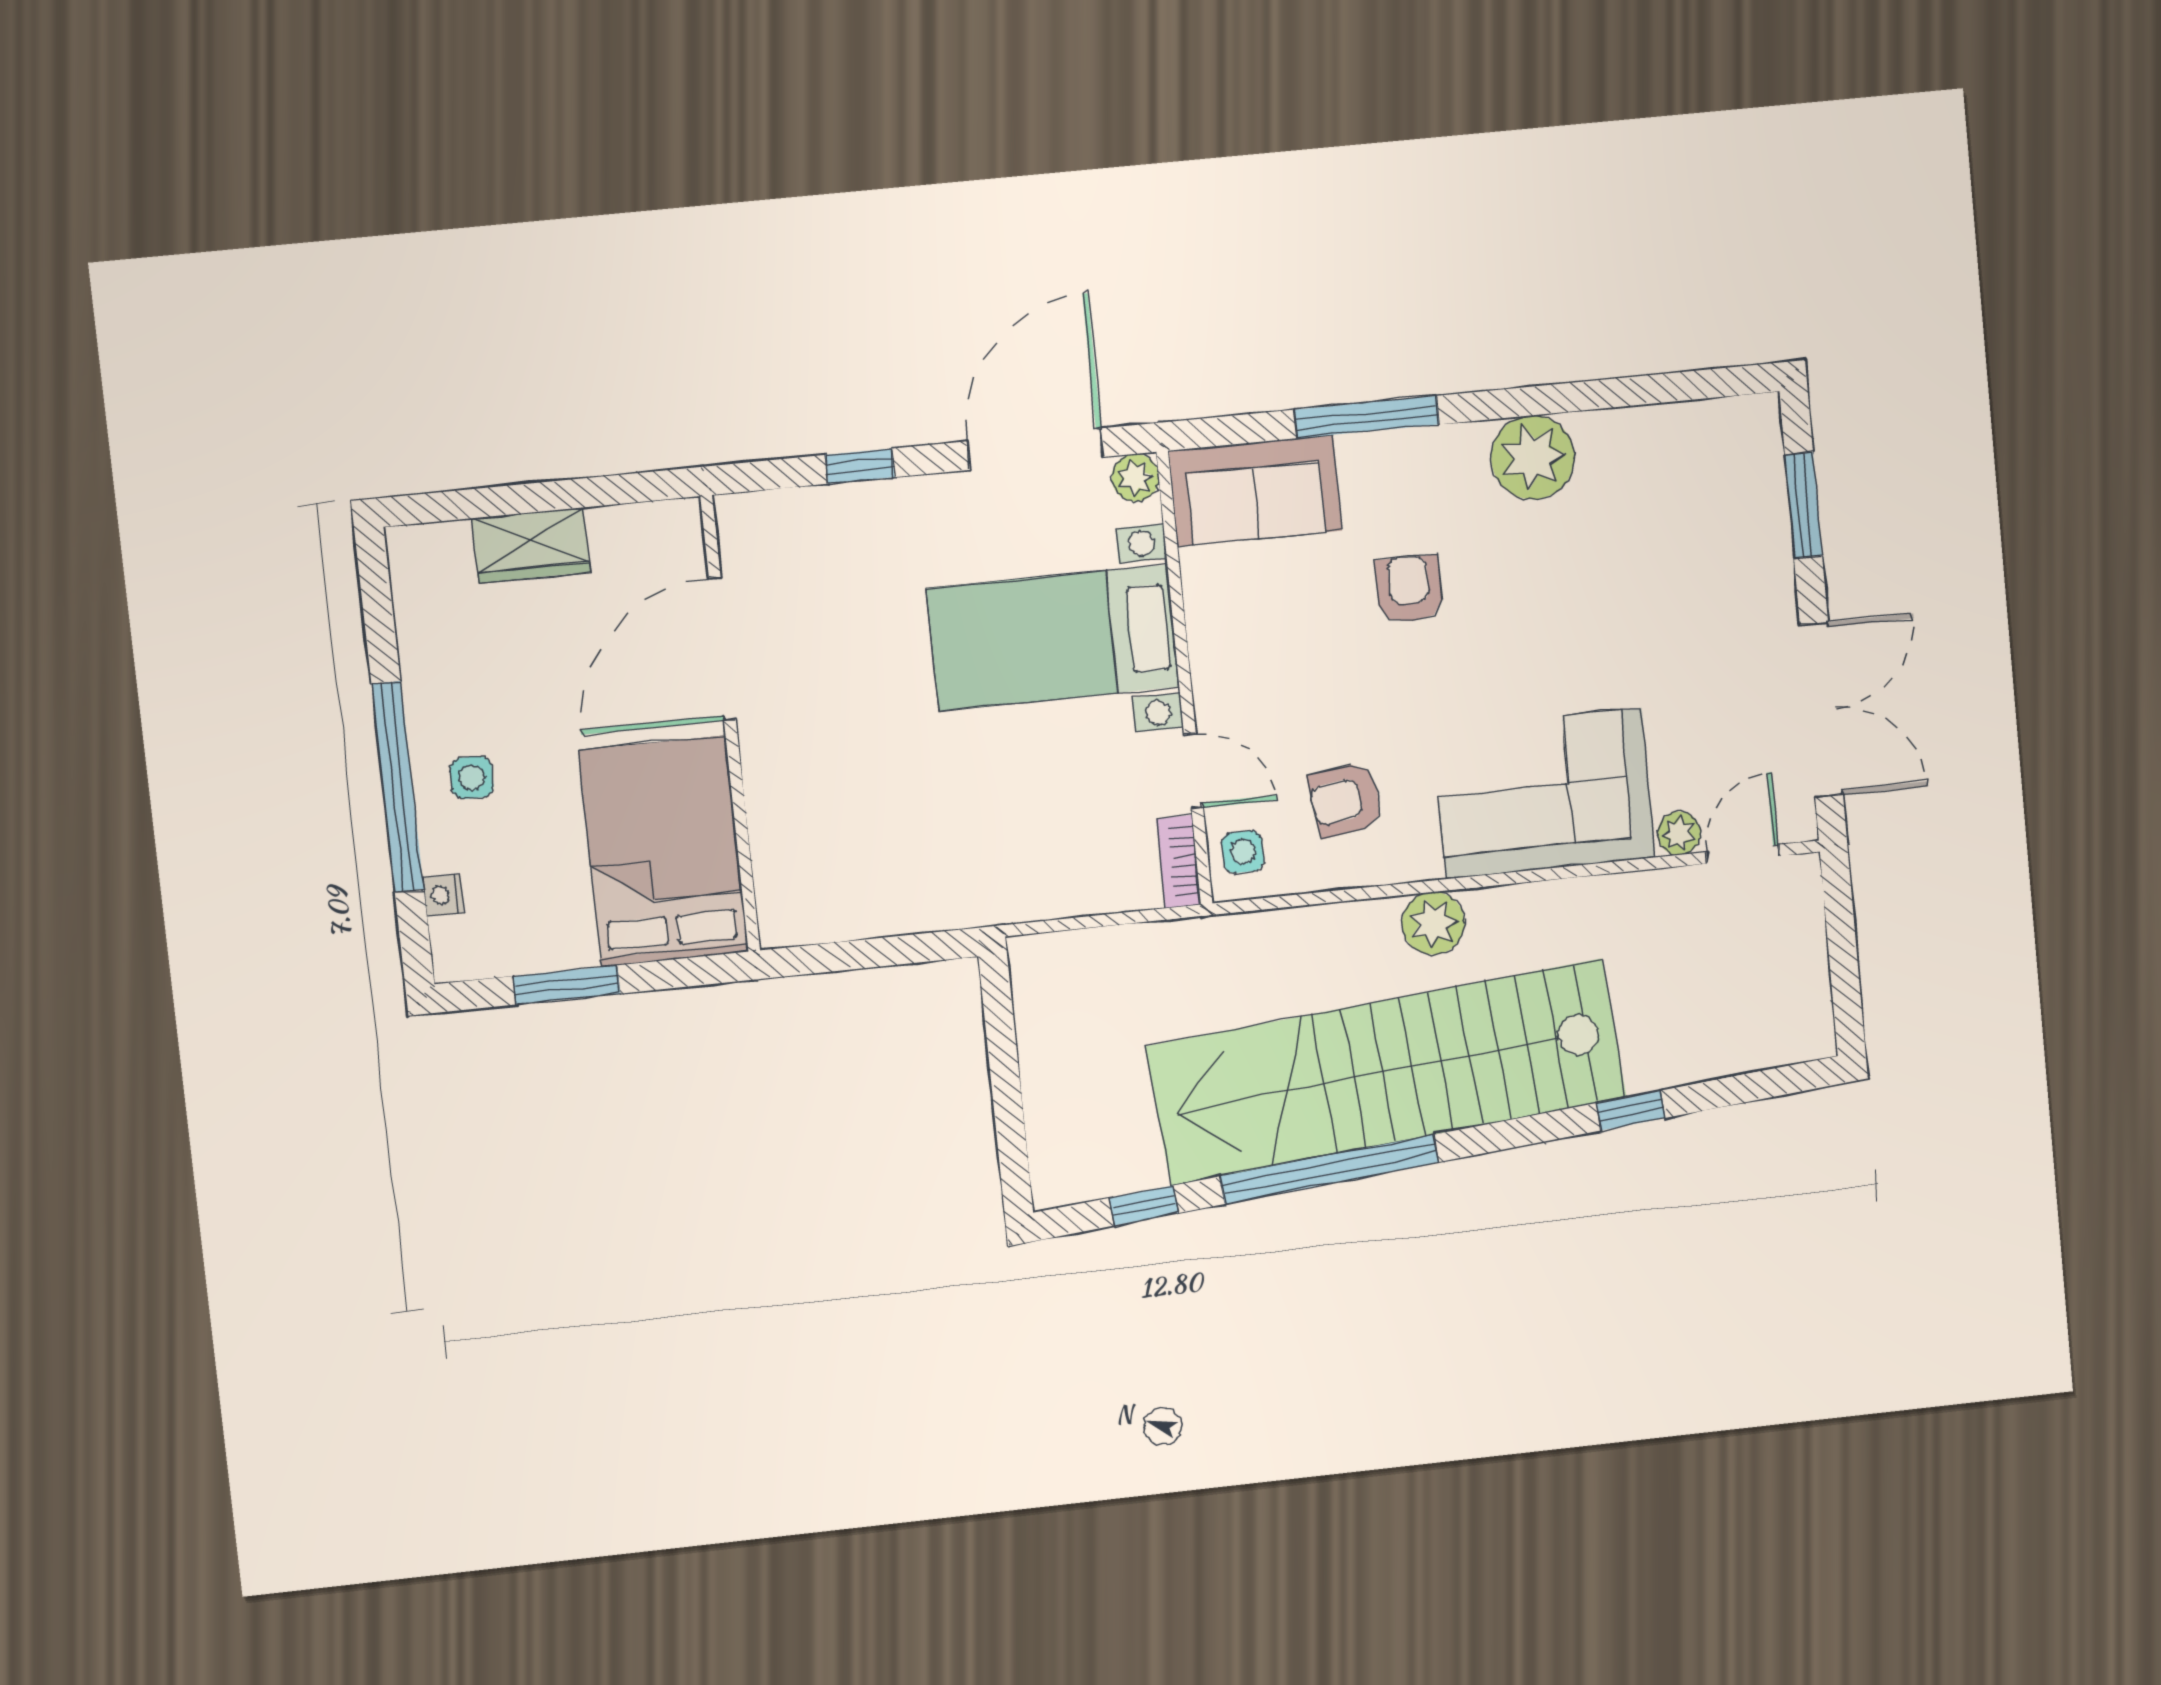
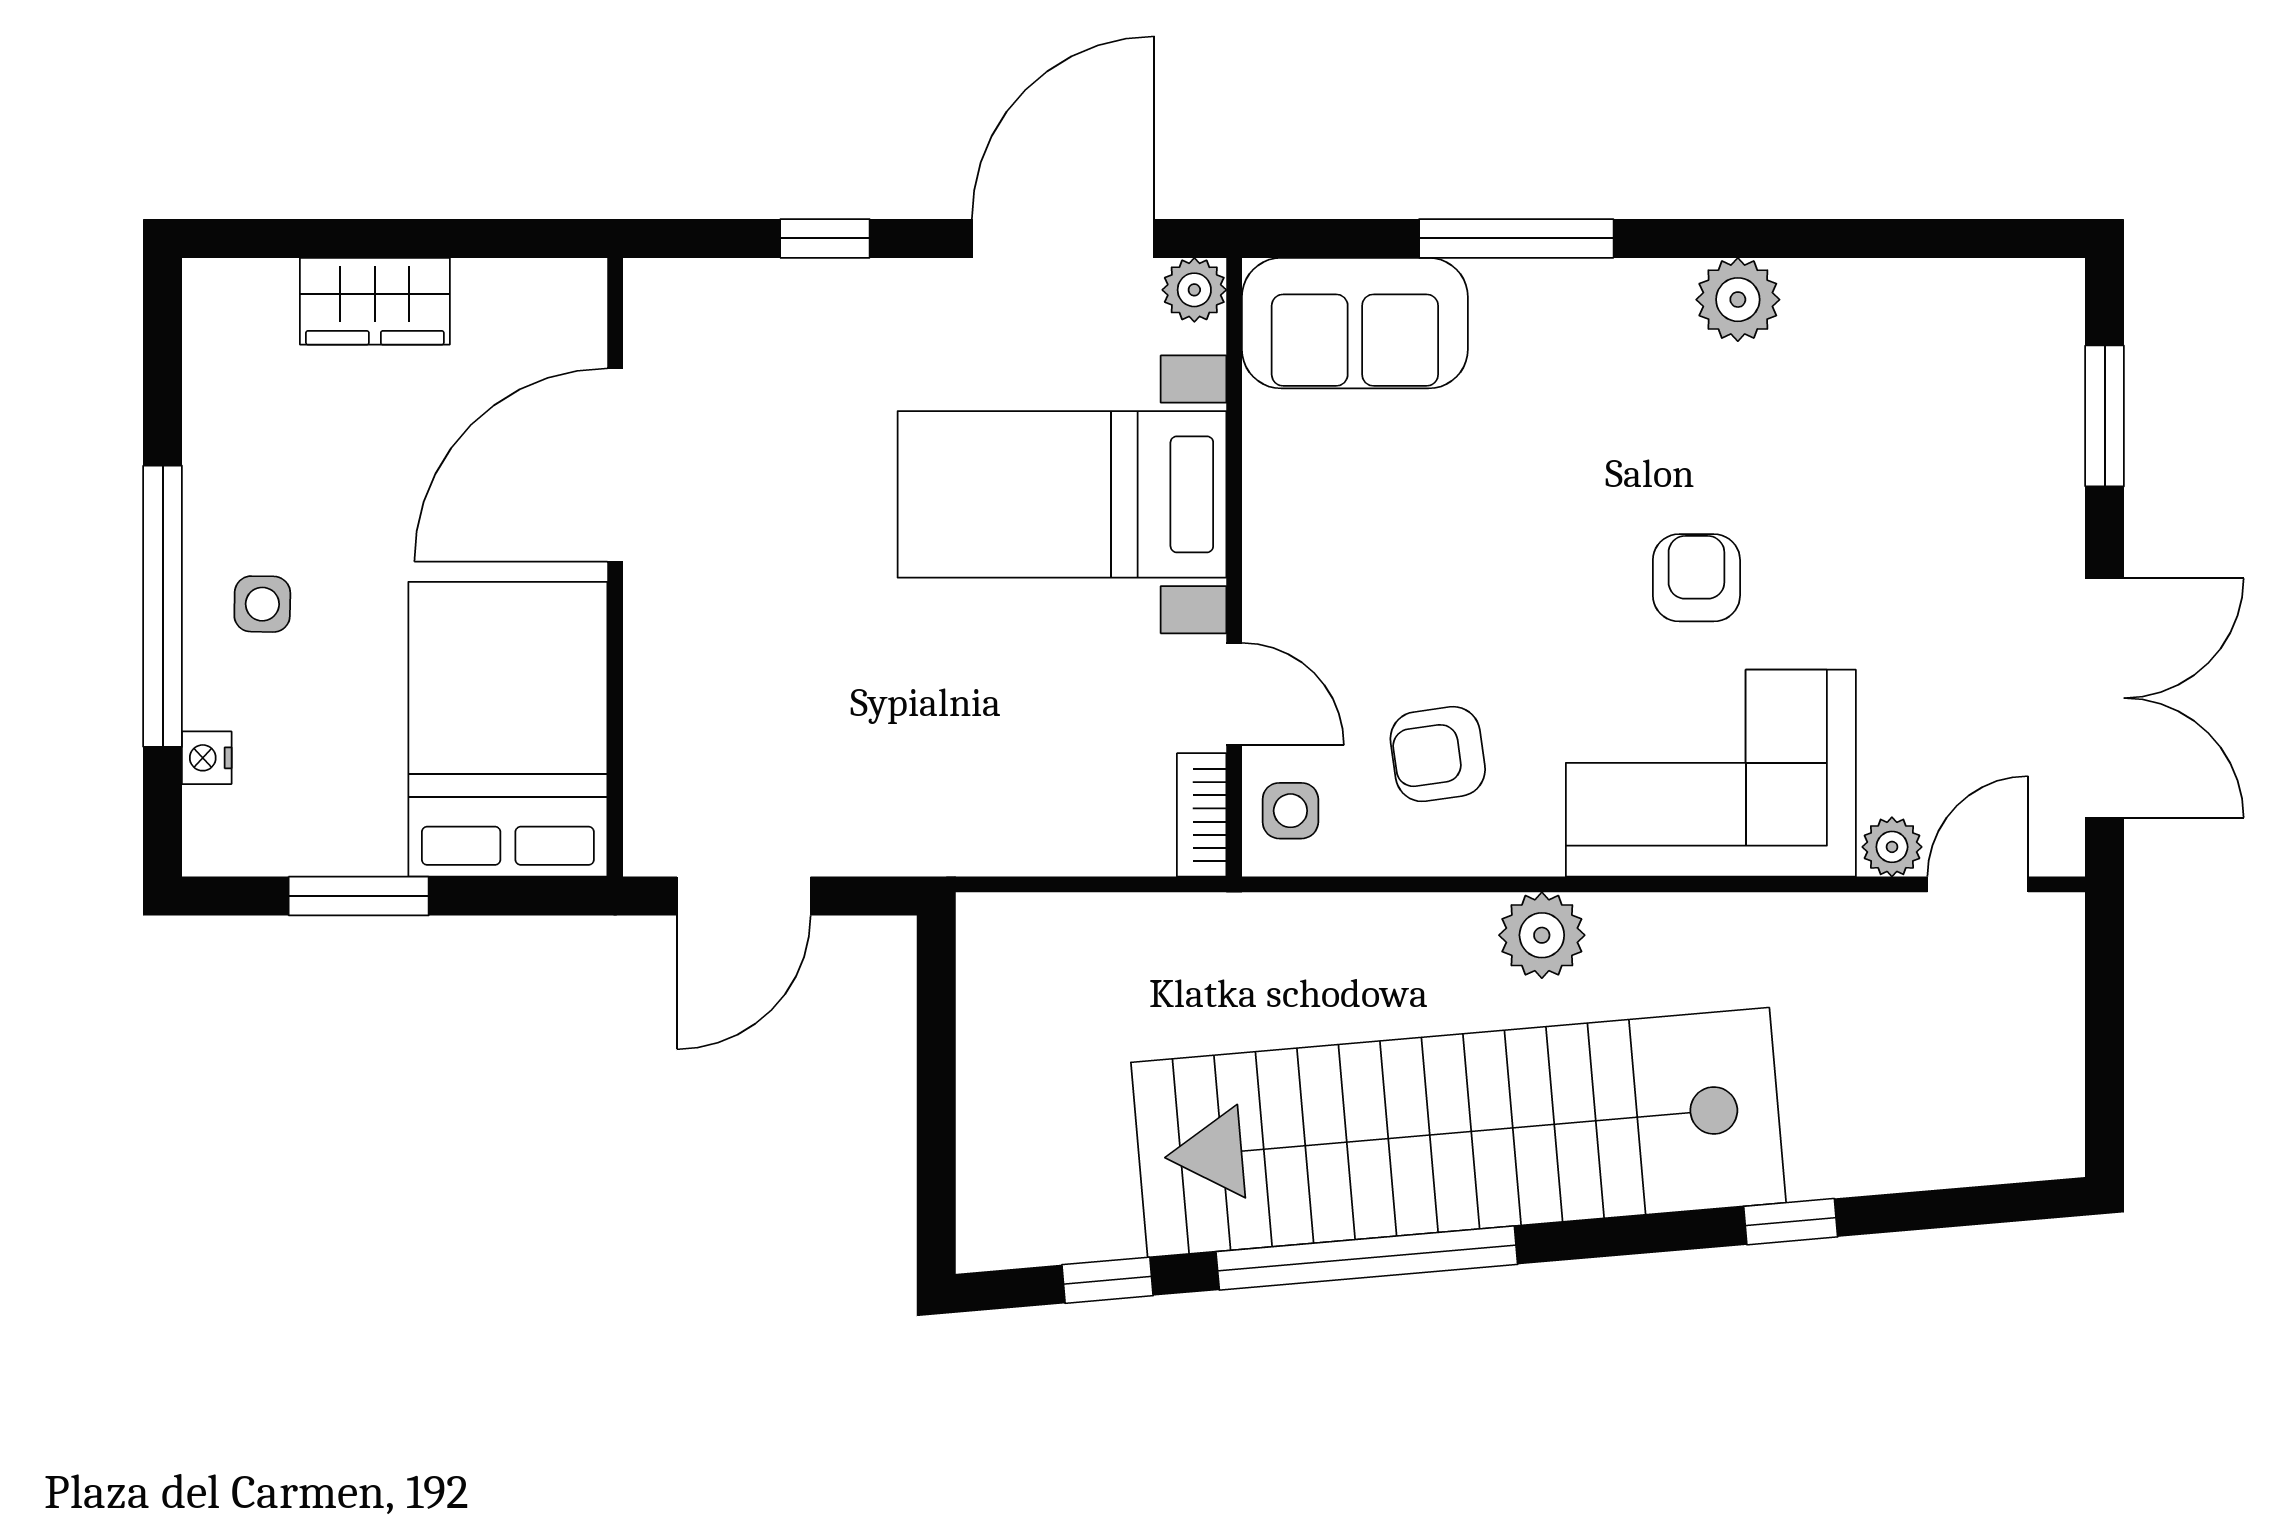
plant: (1533, 457) -> (1738, 300), width x0.73, depth x0.73
armchair: (1409, 589) -> (1696, 578), moved
door: (850, 955) -> (744, 896), added

